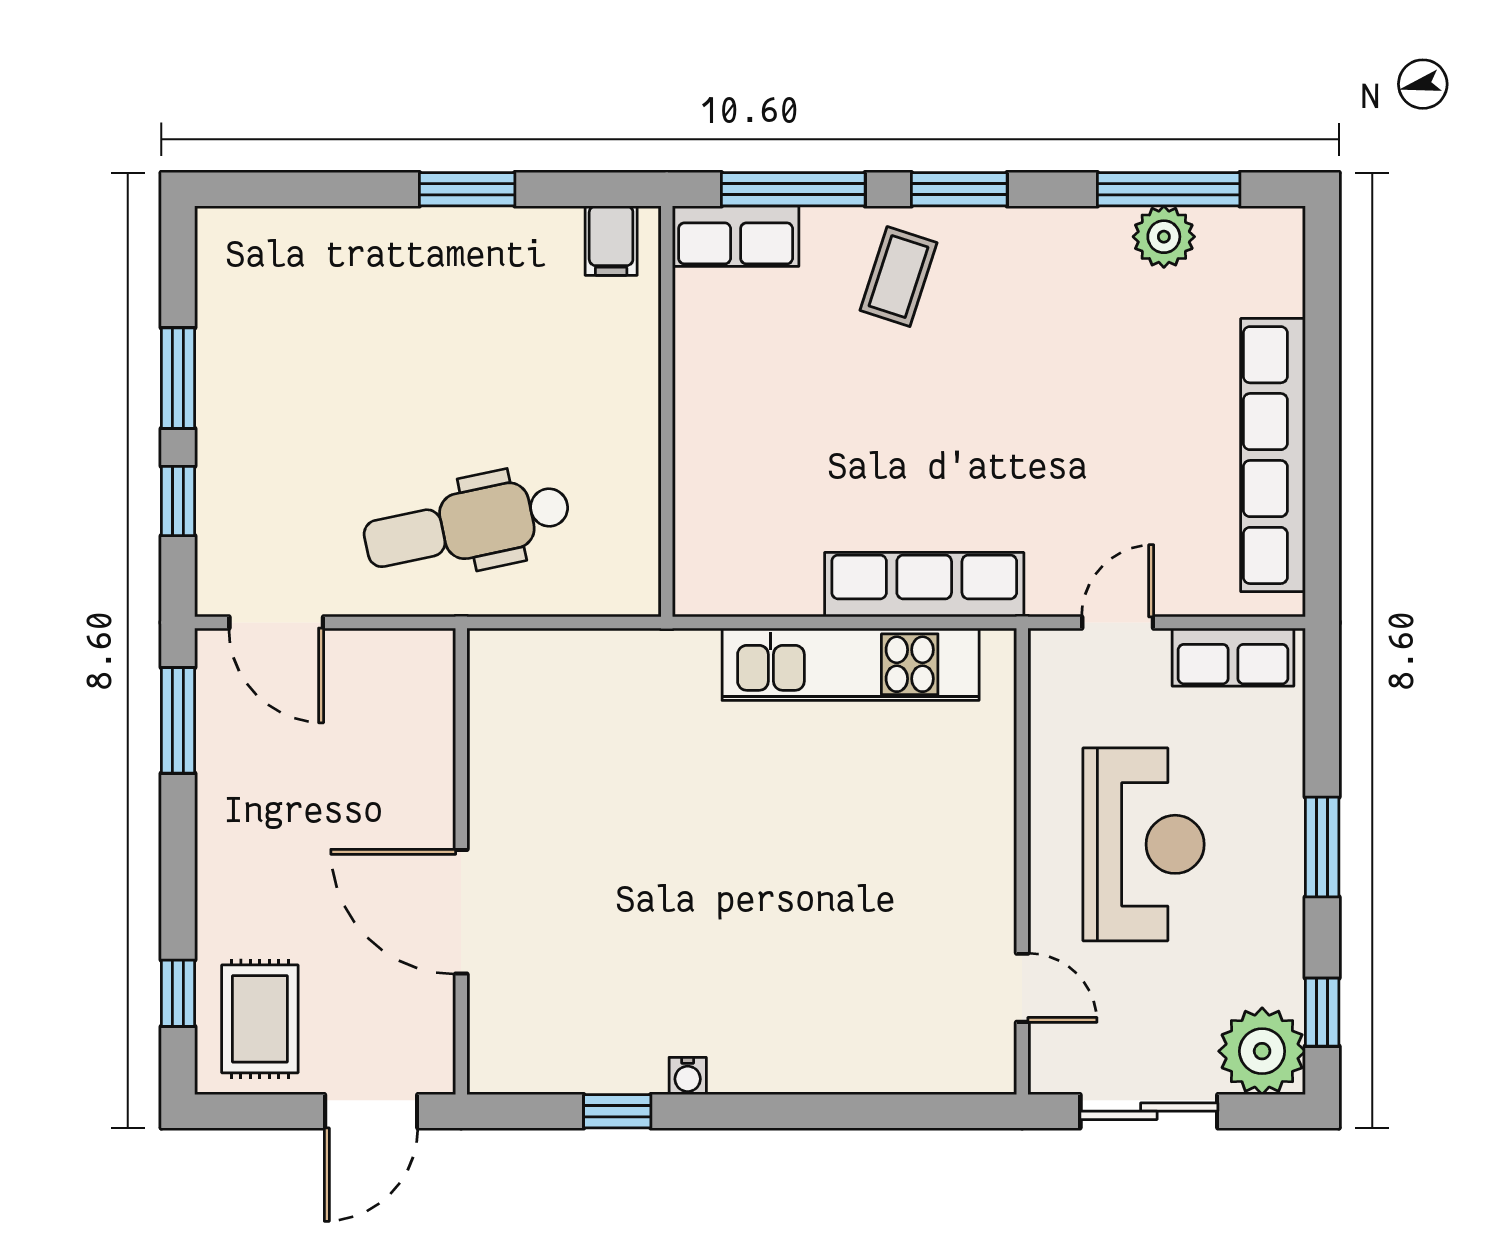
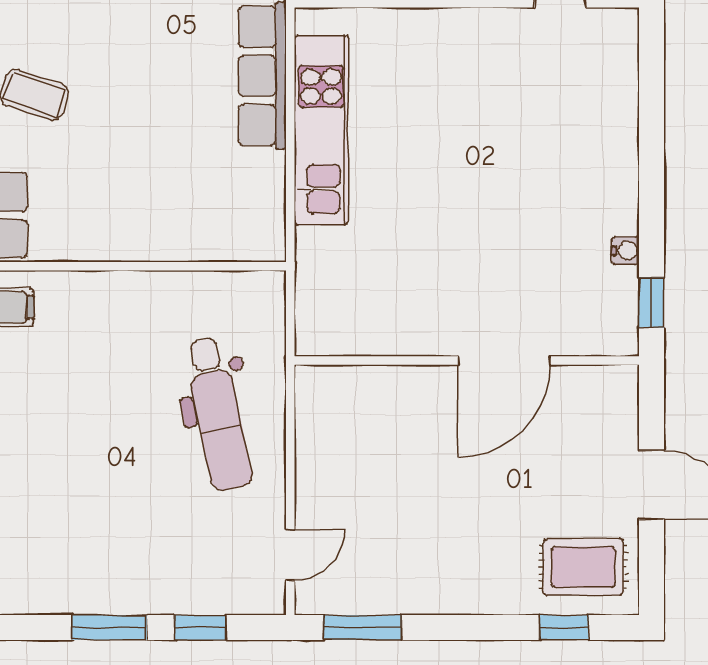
door: (276, 622) -> (290, 555), width x0.73
wall: (461, 861) -> (467, 361), moved
door: (461, 912) -> (504, 361), moved

